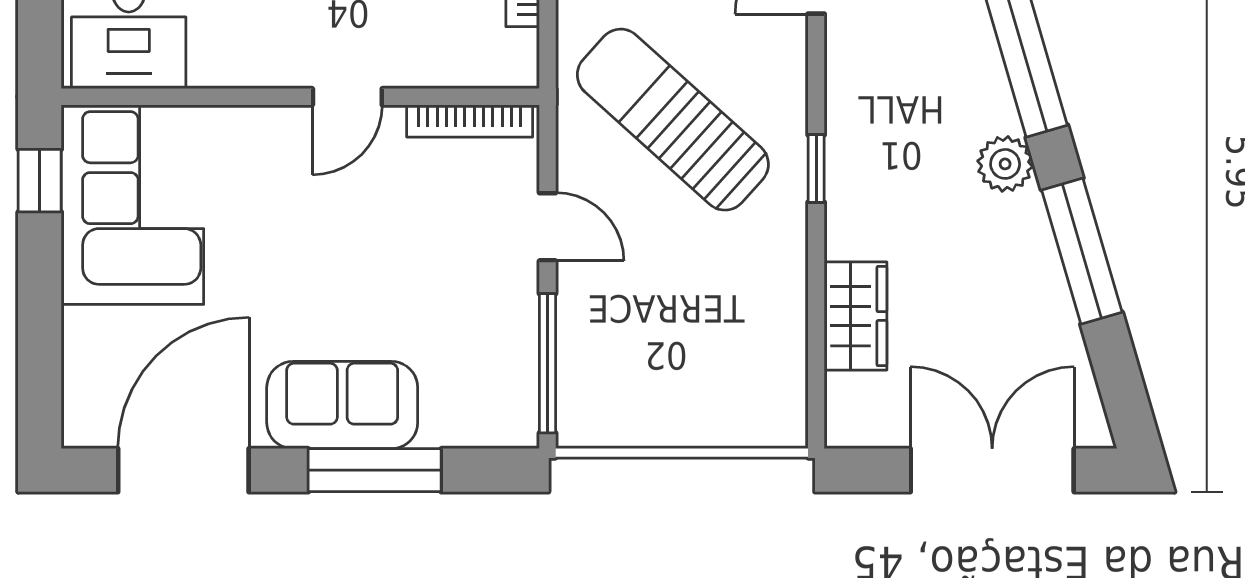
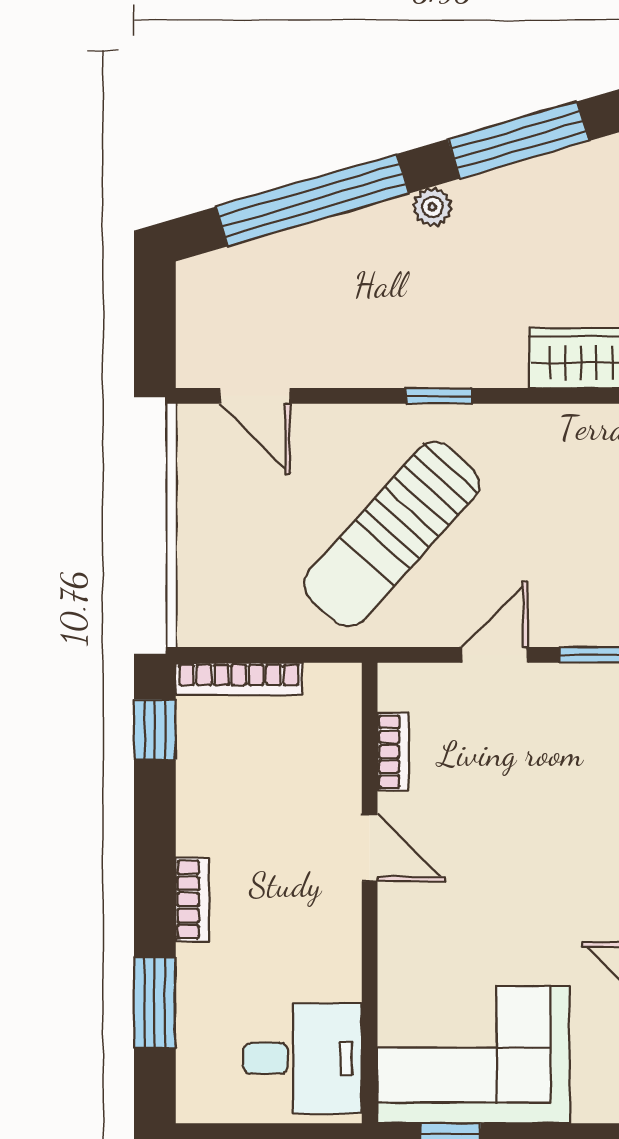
bookcase: (470, 121) -> (393, 752), width x0.64
plant: (1005, 164) -> (432, 207), width x0.73, depth x0.73

